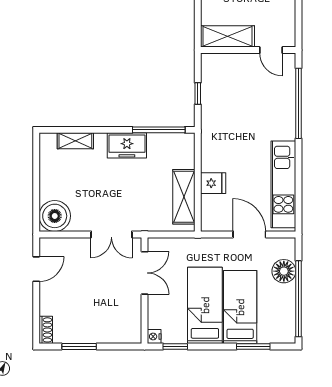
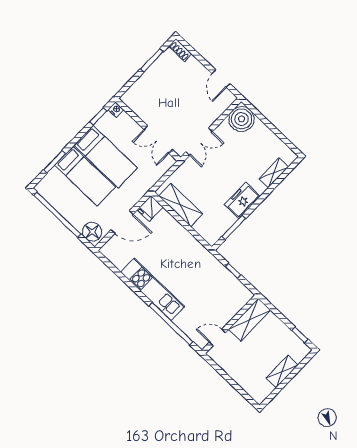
window: (159, 130) -> (234, 228), width x0.69
fridge: (213, 183) -> (150, 208), moved
kitchen unit: (283, 184) -> (153, 289), moved
double door: (111, 234) -> (199, 142), swing flipped
floor lamp: (284, 271) -> (92, 232), moved

